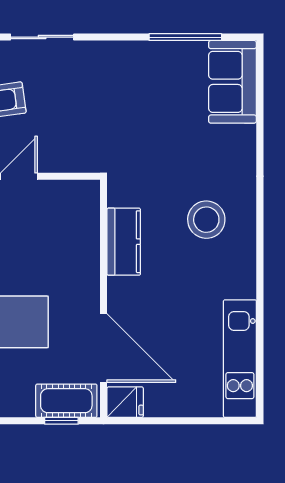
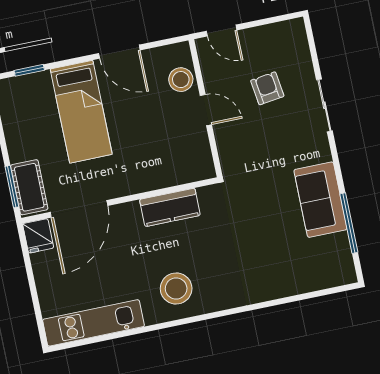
sofa: (233, 82) -> (320, 200), moved, turned -90
stool: (206, 220) -> (176, 289), moved
window: (61, 421) -> (12, 187), width x1.50

